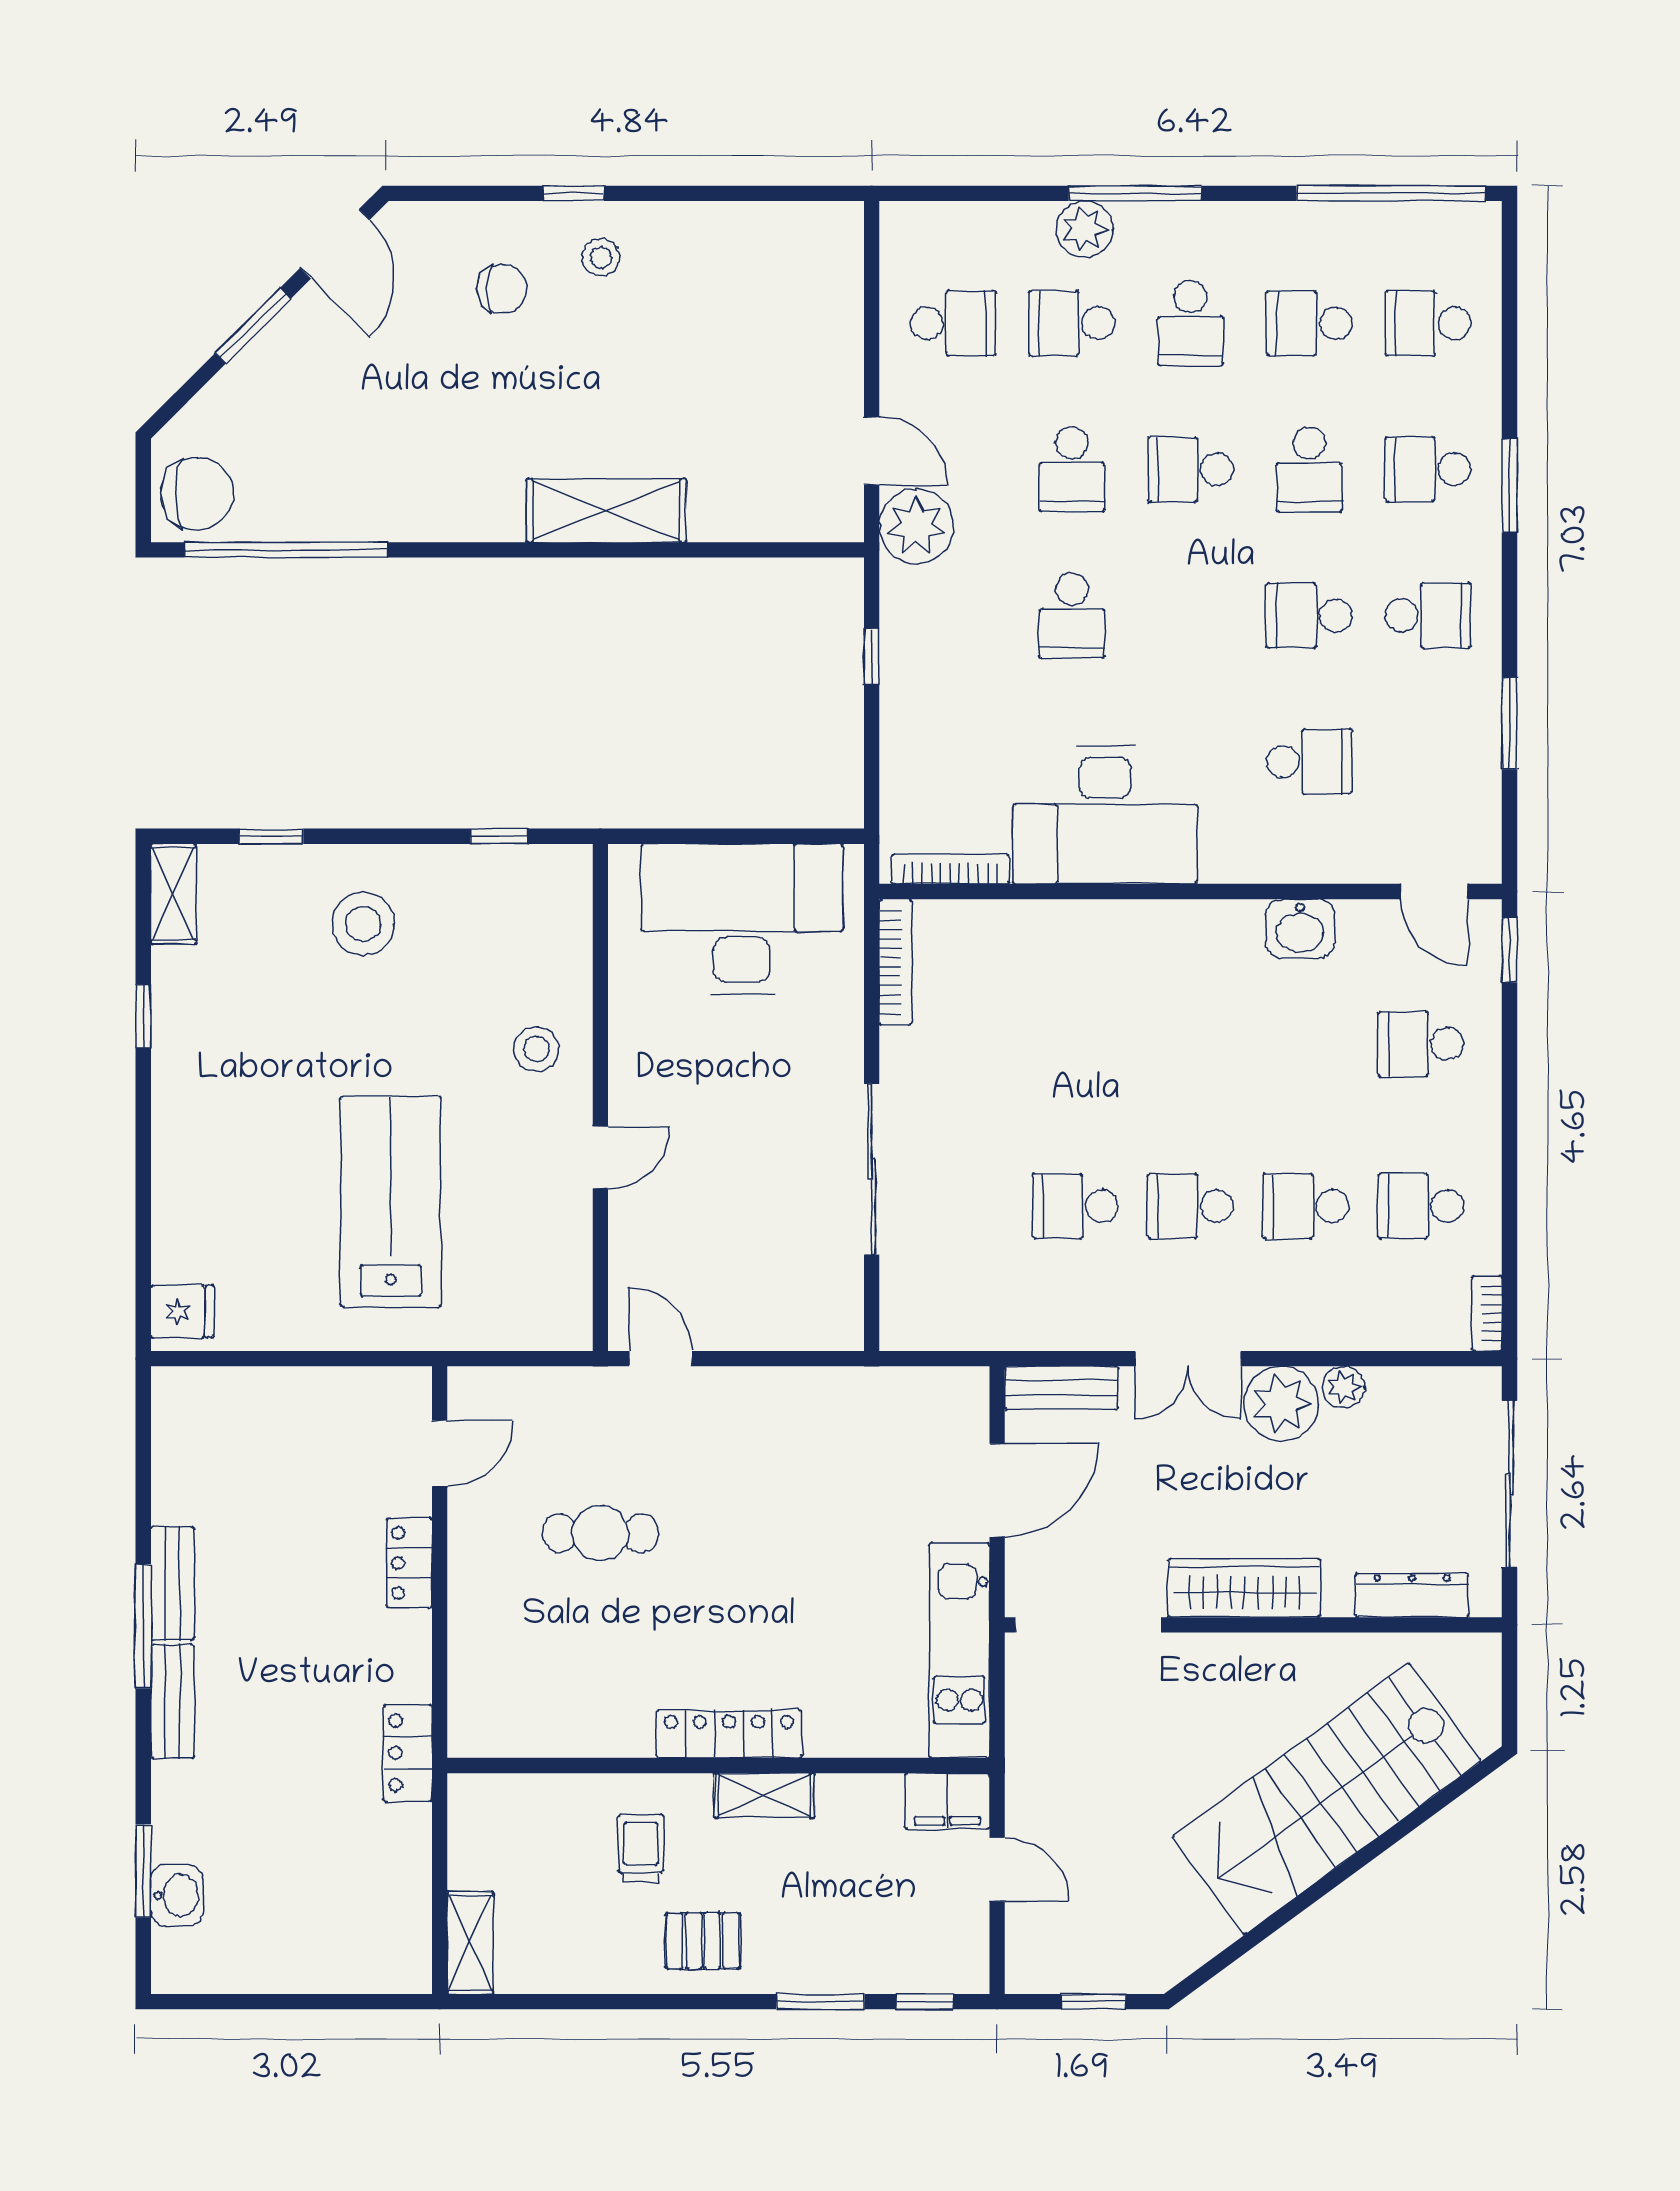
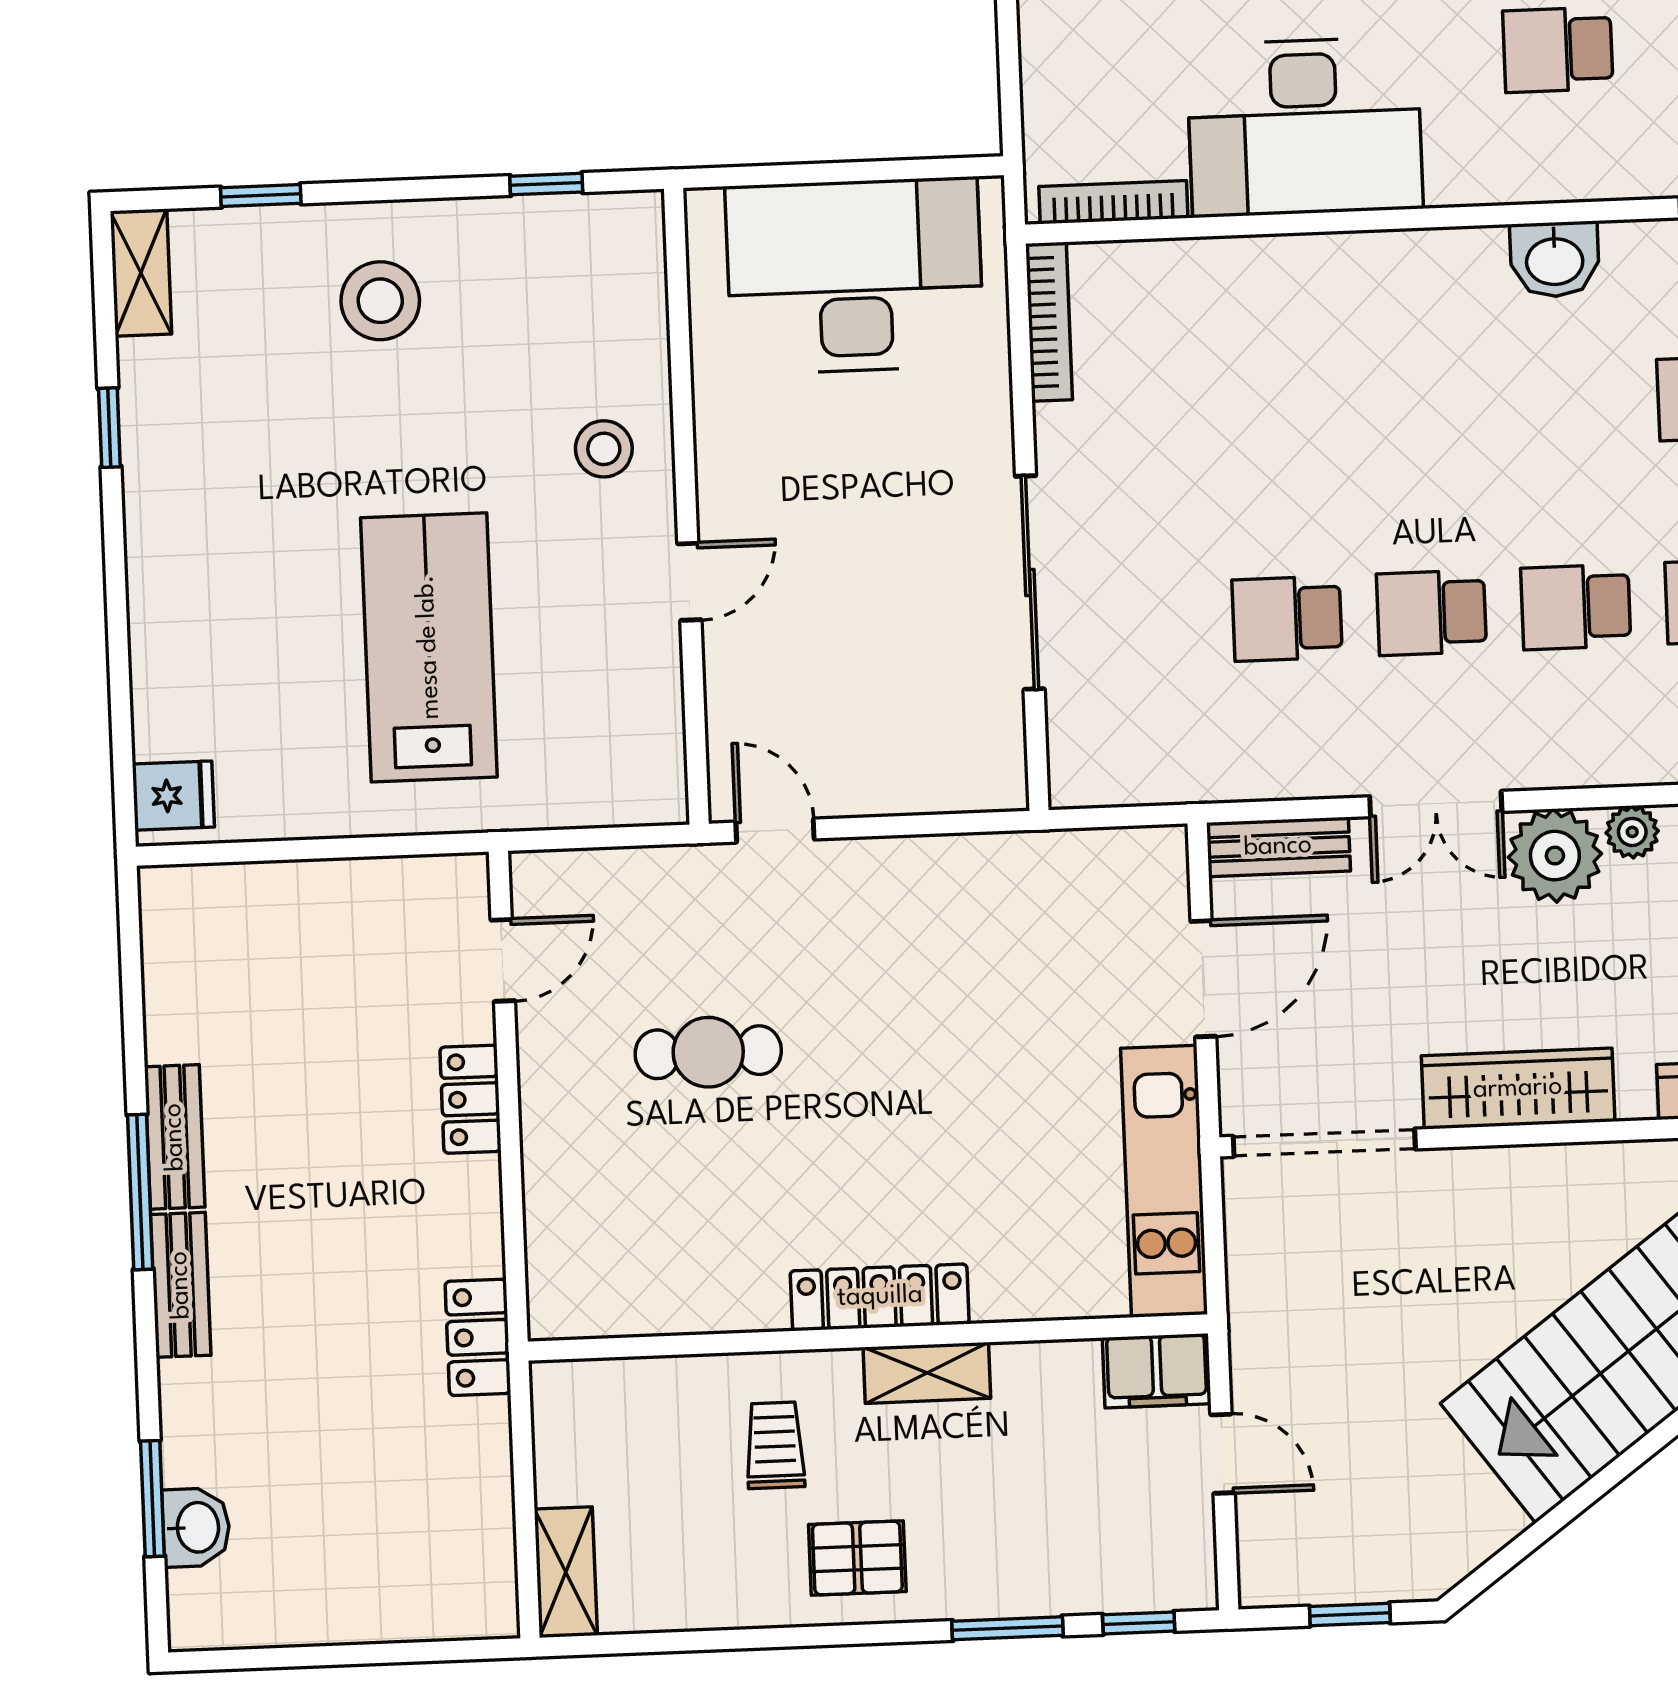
school desk: (1309, 762) -> (1558, 50), turned 180

